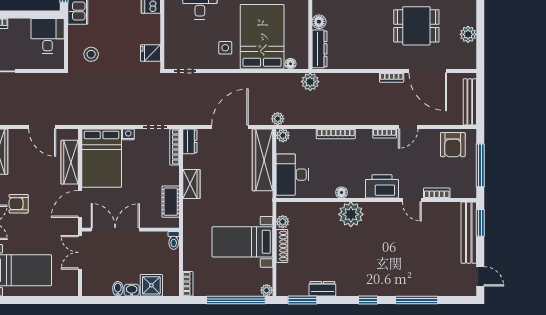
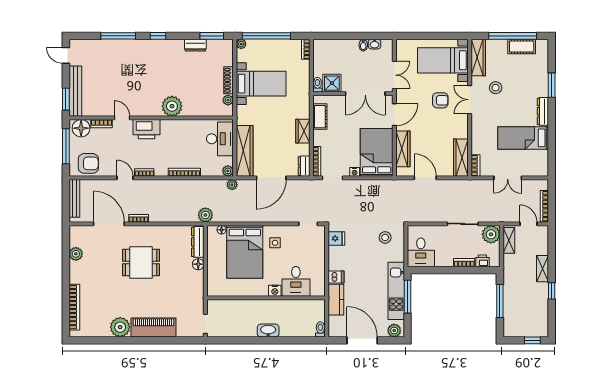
dining table: (416, 26) -> (141, 263), moved
door: (408, 127) -> (125, 178), hinge flipped
armchair: (453, 145) -> (88, 163), turned 90
floor lamp: (341, 193) -> (81, 128), moved, width x1.89, depth x1.89
armchair: (19, 204) -> (440, 100), moved
shower: (151, 285) -> (332, 83), moved
washbasin: (132, 290) -> (375, 44), moved

